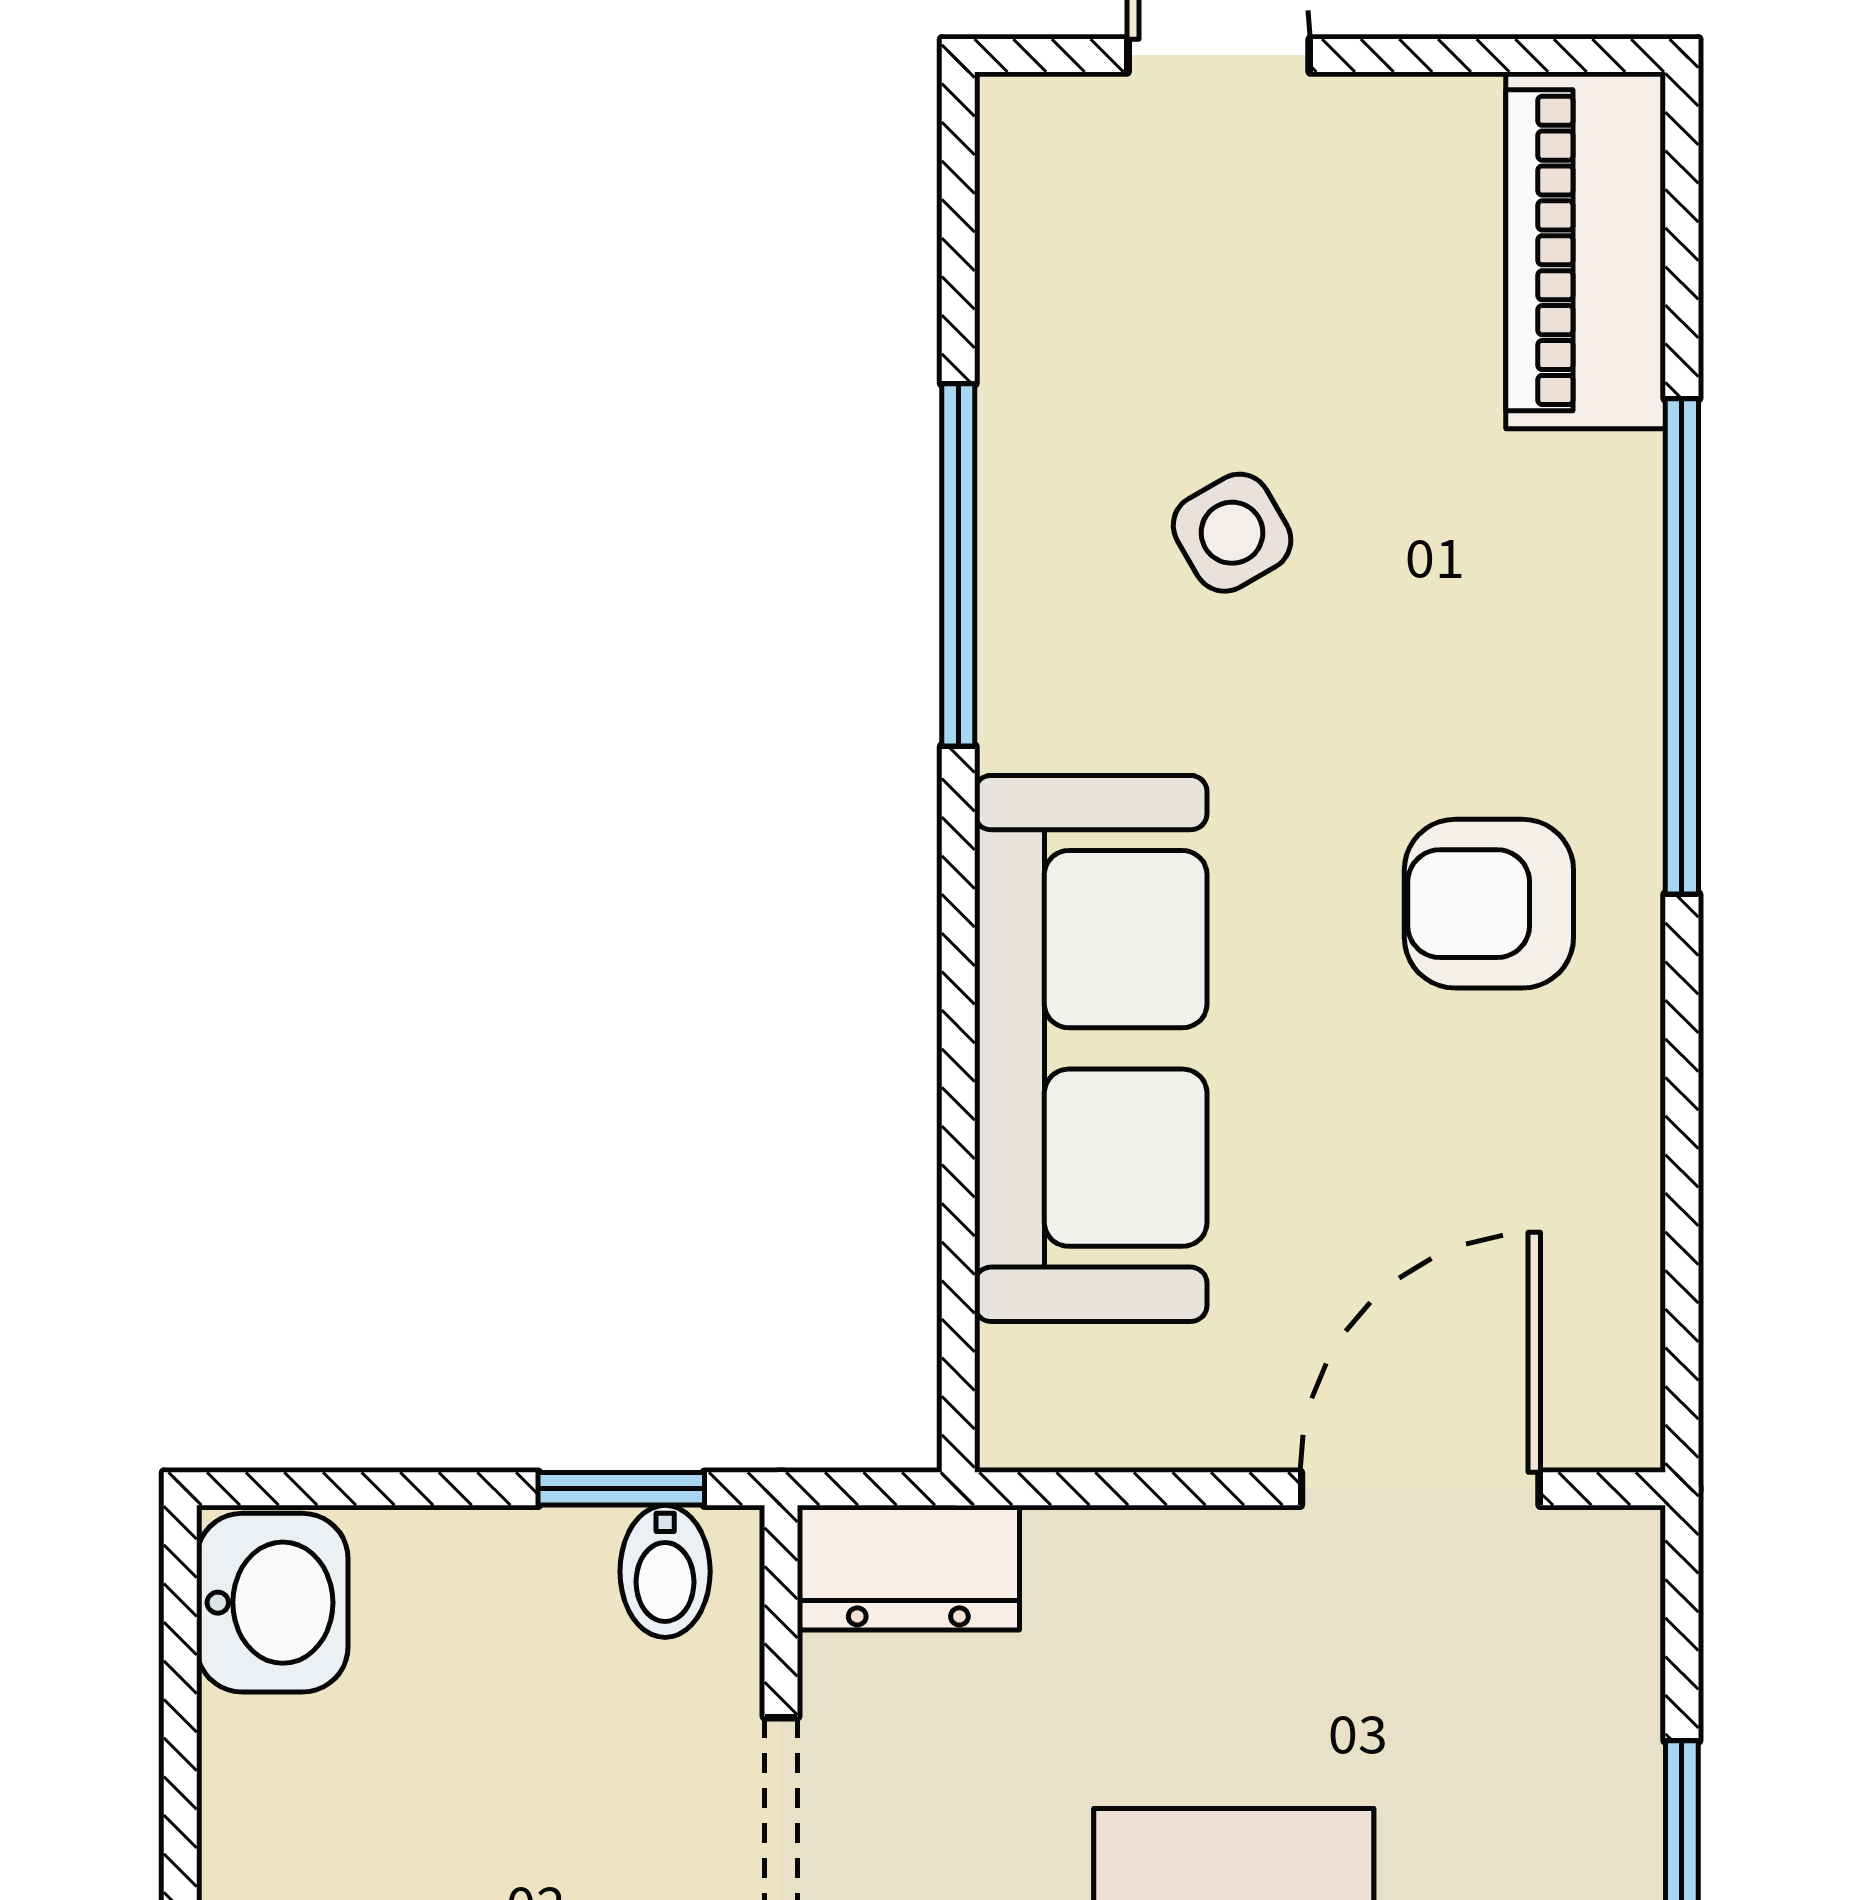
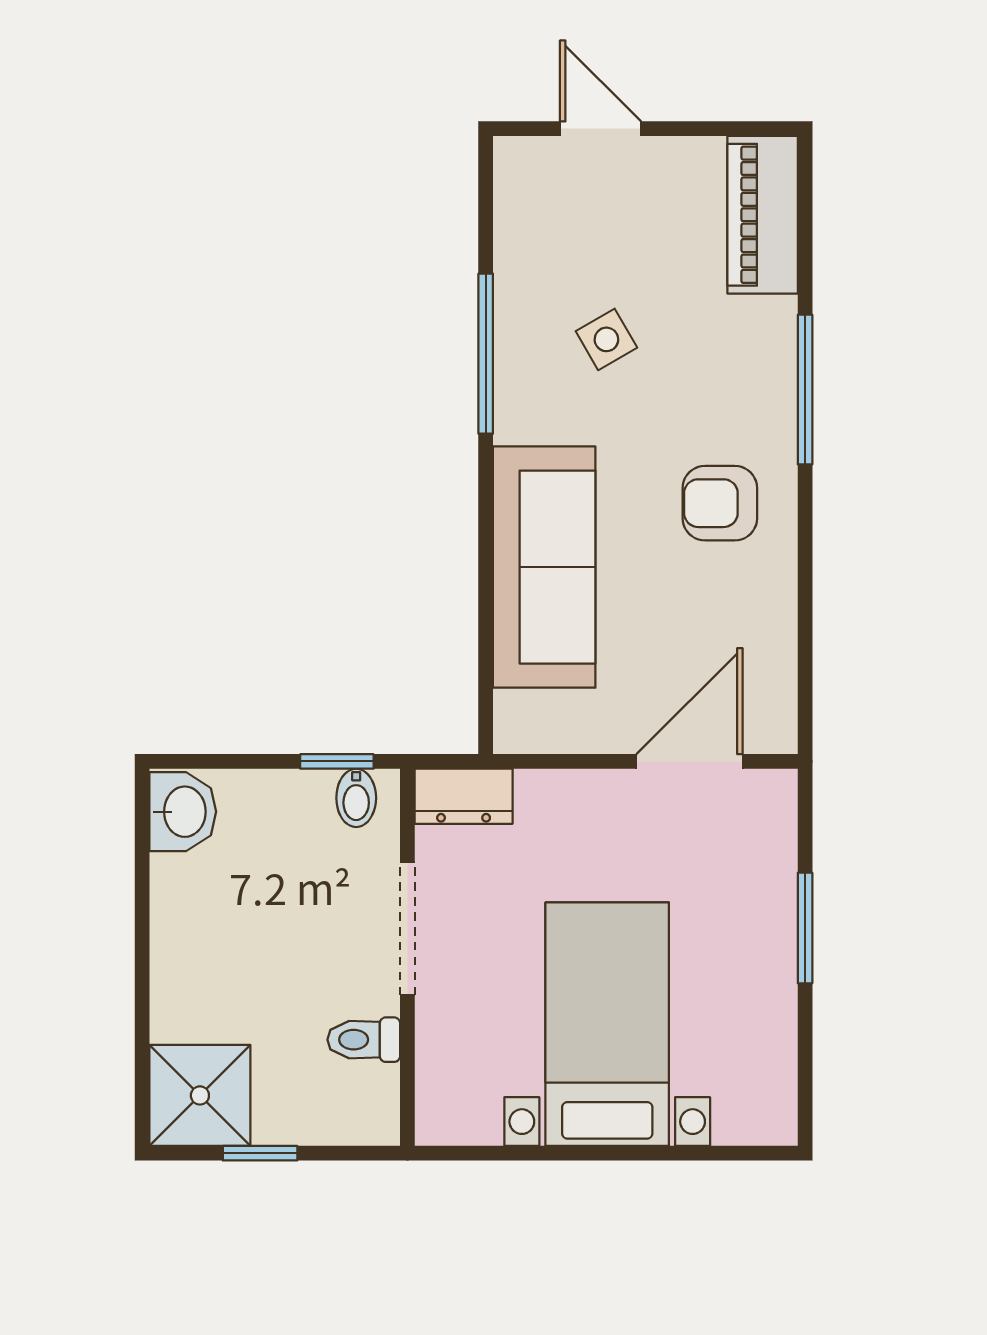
window: (1682, 646) -> (805, 390), width x0.68

